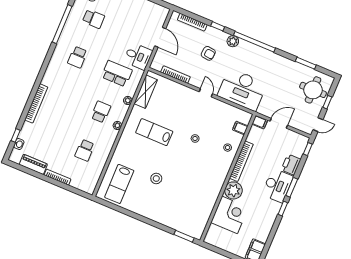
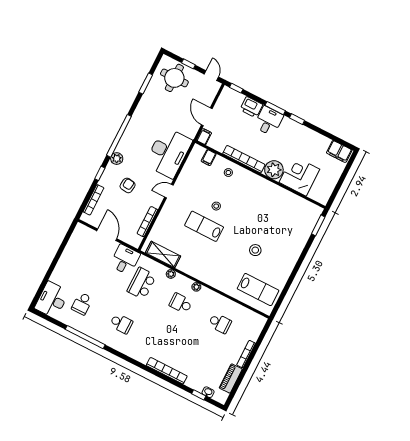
school desk: (94, 19) -> (82, 304), turned 180
door: (160, 37) -> (107, 235), hinge flipped
lab bench: (154, 132) -> (204, 226), moved, turned 90
desk: (278, 185) -> (268, 121), width x0.73

